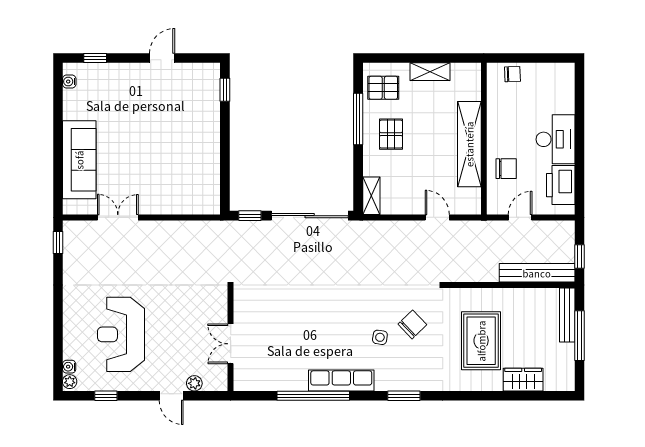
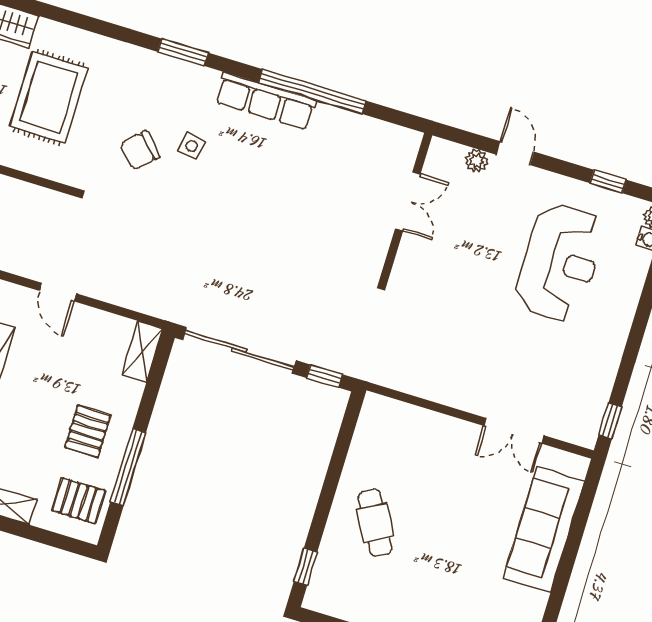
cafe table: (189, 131) -> (375, 523), added

